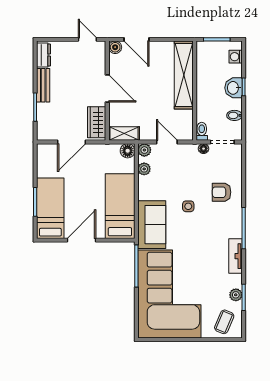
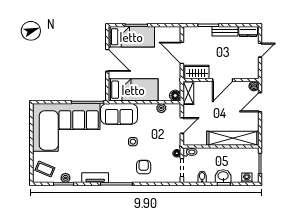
door: (87, 39) -> (260, 50), moved
plant: (144, 150) -> (176, 108), removed

